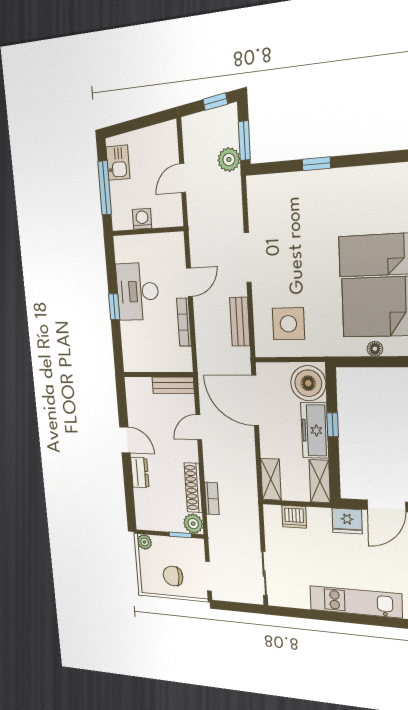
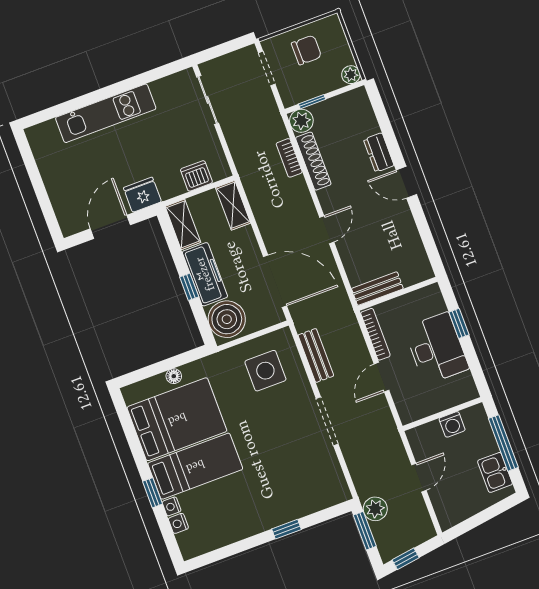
wall: (158, 375) -> (398, 294), moved
bench: (173, 385) -> (377, 289), moved

